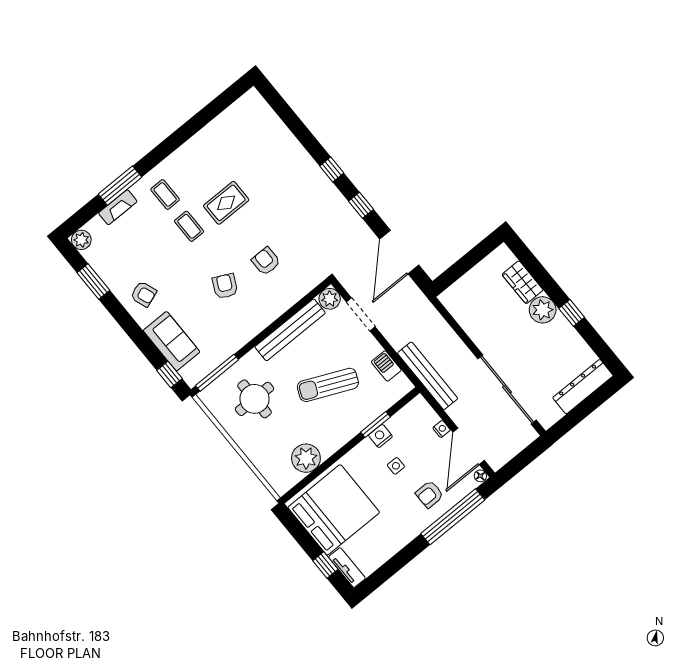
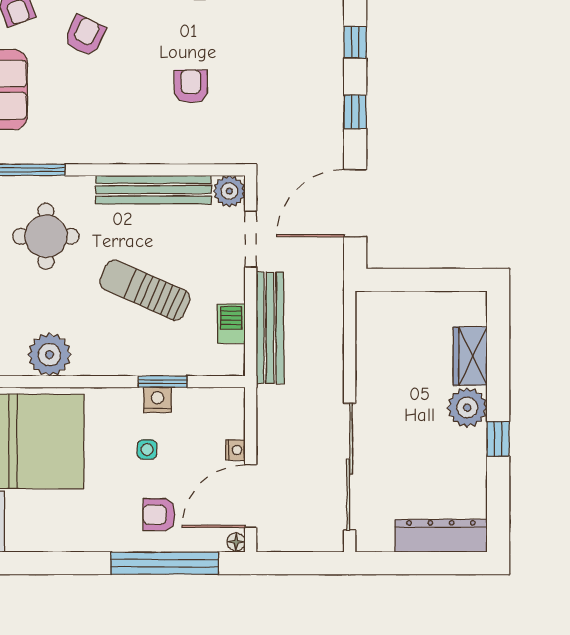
armchair: (225, 286) -> (85, 36), moved
bench: (428, 376) -> (270, 328), moved

